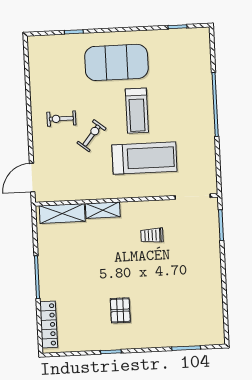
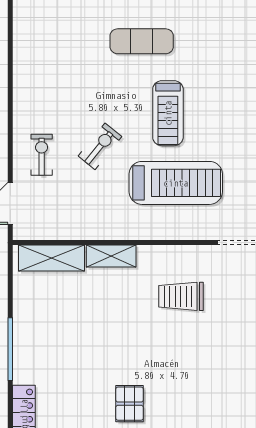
exercise mat: (116, 62) -> (142, 41), width x0.50, depth x0.69
exercise bike: (61, 119) -> (42, 155), moved, turned 90
trolley: (152, 235) -> (181, 296), width x1.36, depth x1.39

